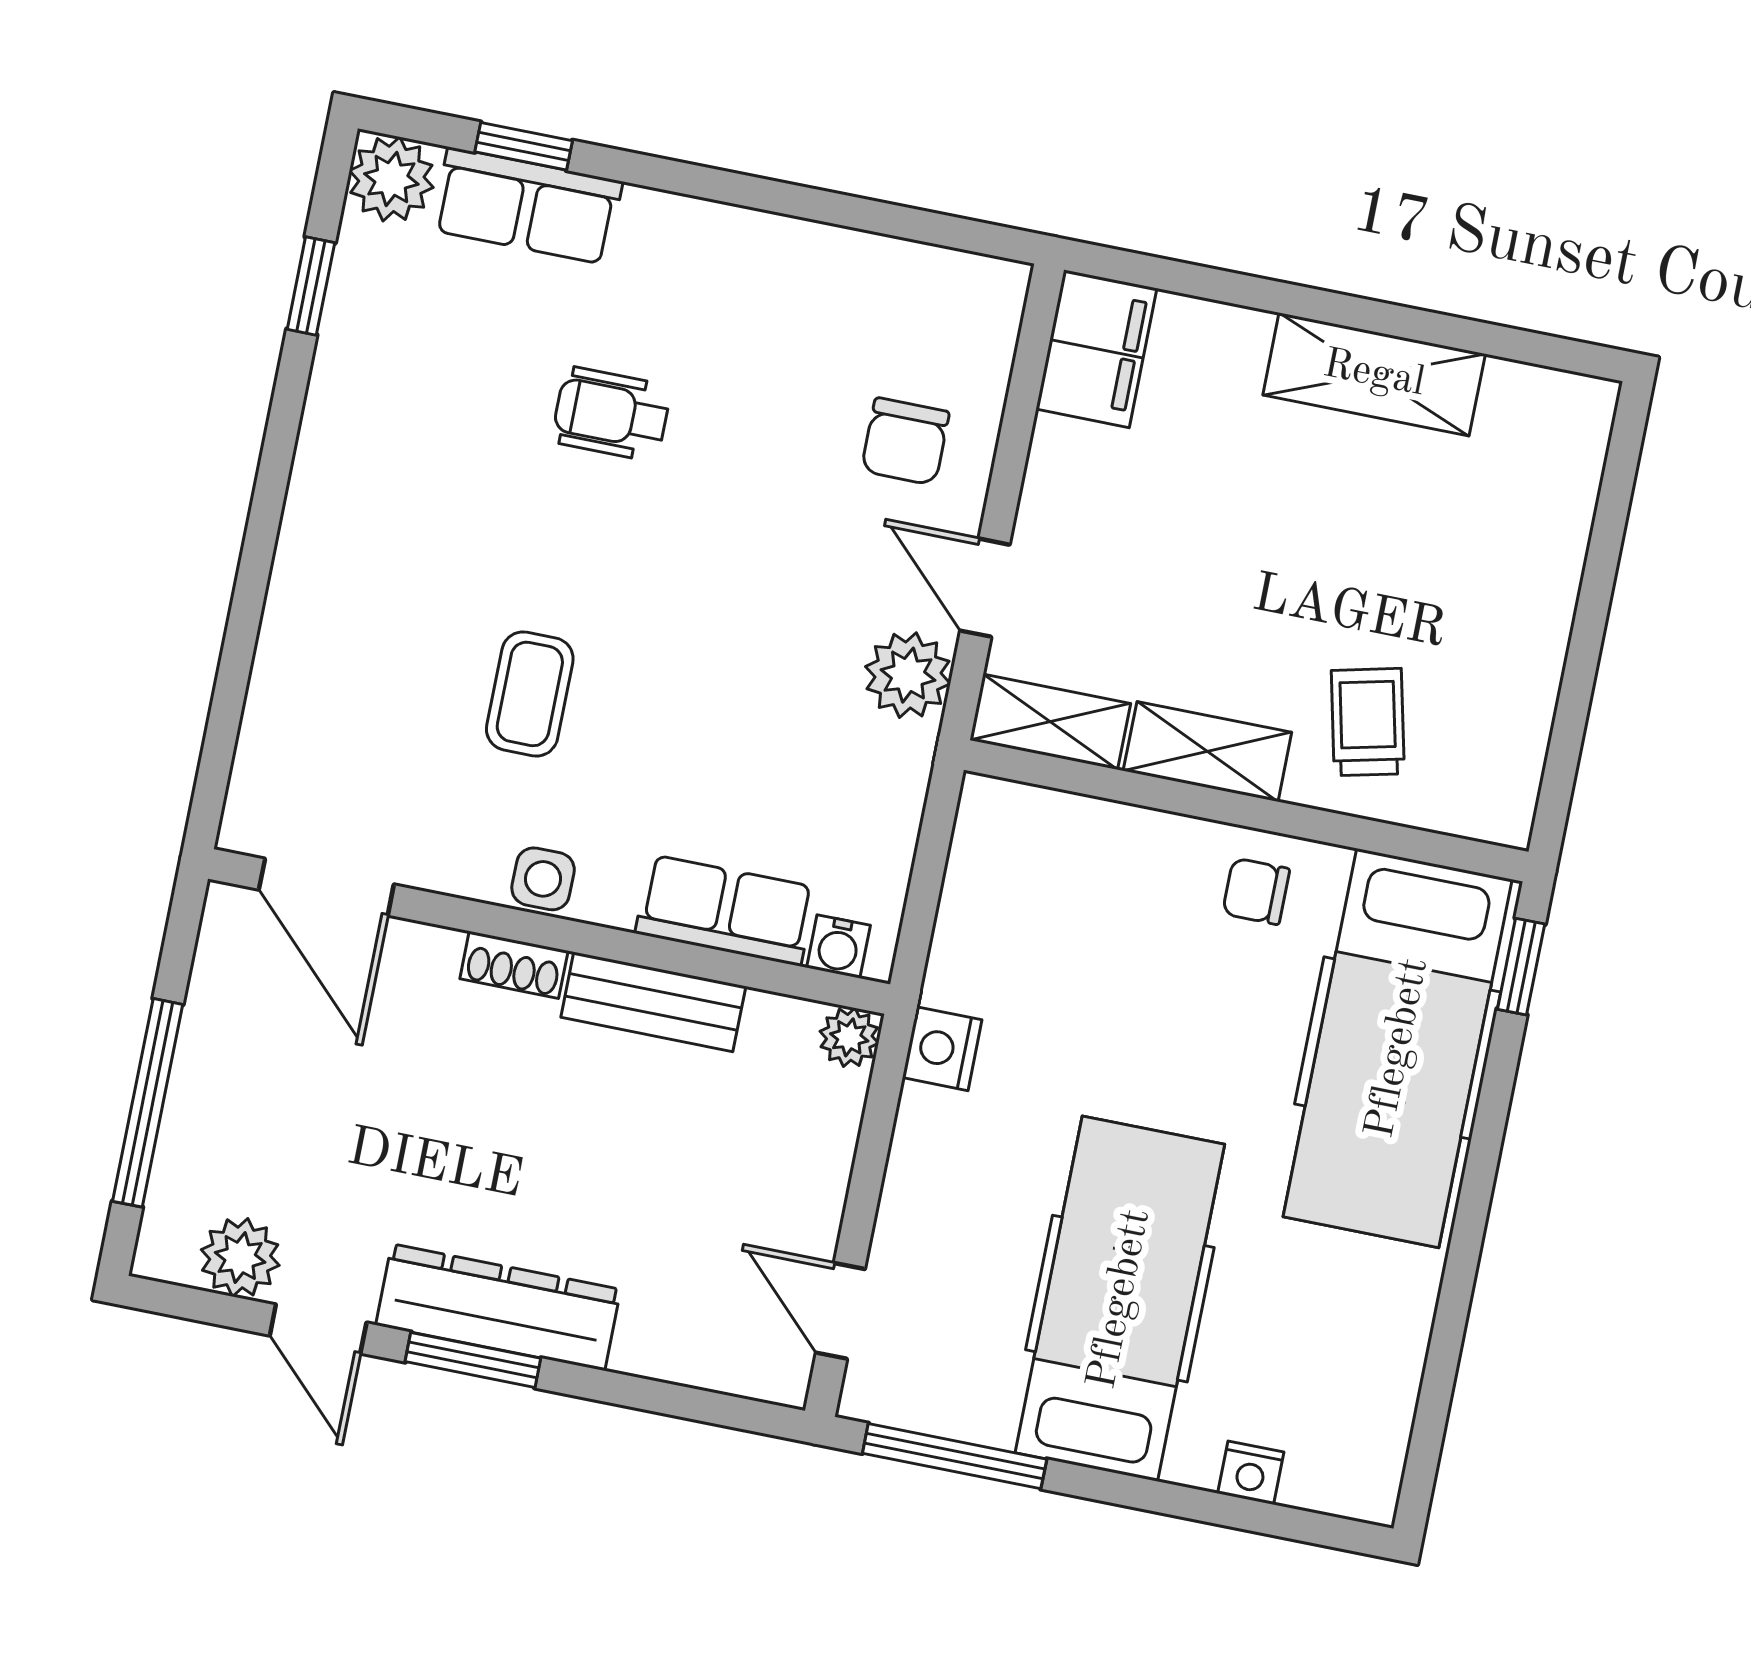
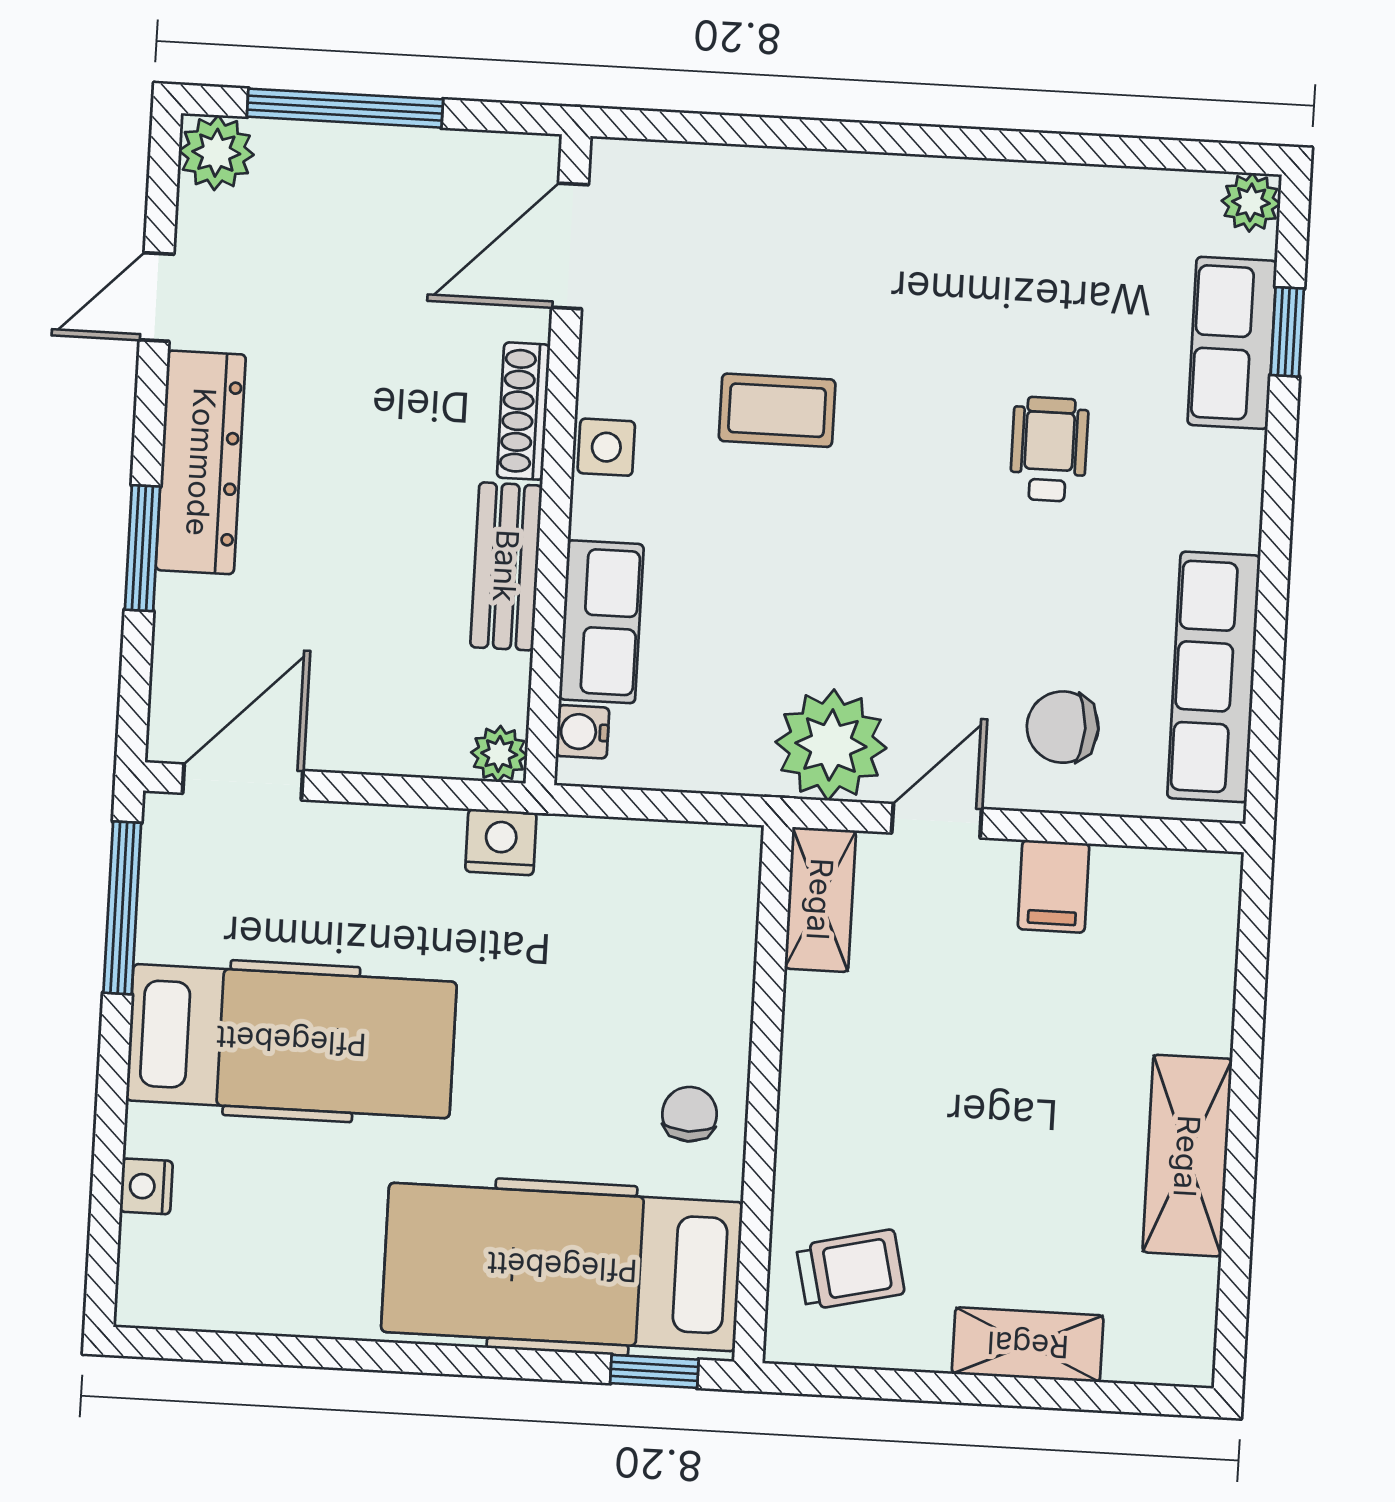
plant: (391, 179) -> (1251, 202), width x0.73, depth x0.73
row of seats: (875, 275) -> (1214, 677), added
window: (311, 286) -> (1129, 152), removed
filing cabinet: (1096, 349) -> (1054, 886), moved, width x0.50
plant: (908, 675) -> (831, 745), width x1.36, depth x1.36
trolley: (1368, 722) -> (850, 1270), moved
shelving: (1207, 752) -> (1028, 1345), moved, turned 90
shoe rack: (514, 965) -> (523, 411), width x1.43
plant: (240, 1257) -> (216, 153), moved
door: (840, 1311) -> (243, 782), width x1.37
window: (473, 1360) -> (142, 548), moved

